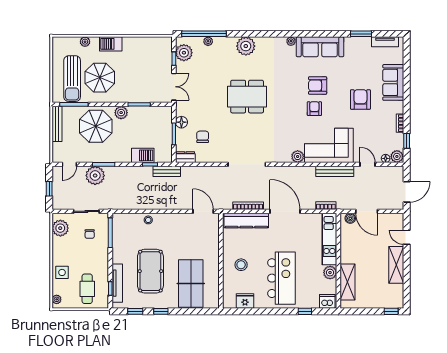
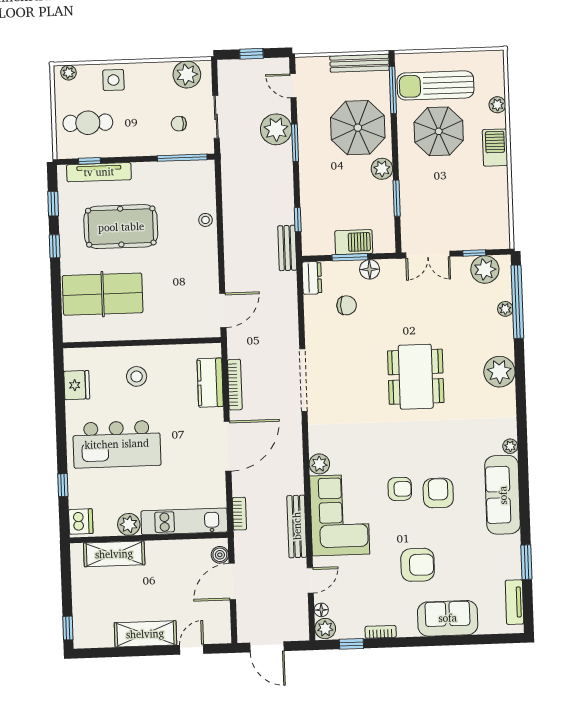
barbecue: (143, 155) -> (354, 242), moved, turned -90
kitchen counter: (246, 221) -> (210, 383), width x0.67

